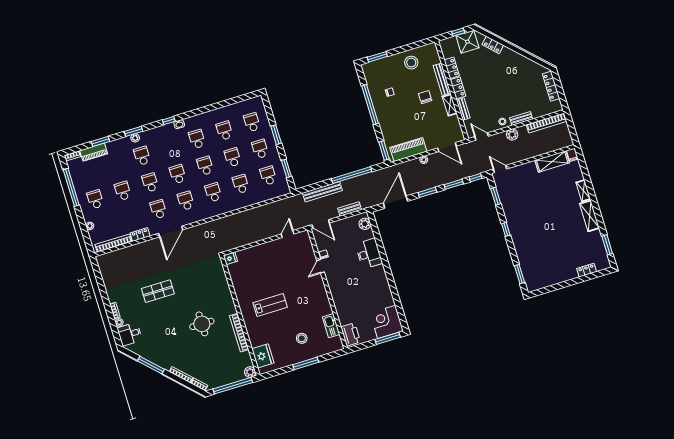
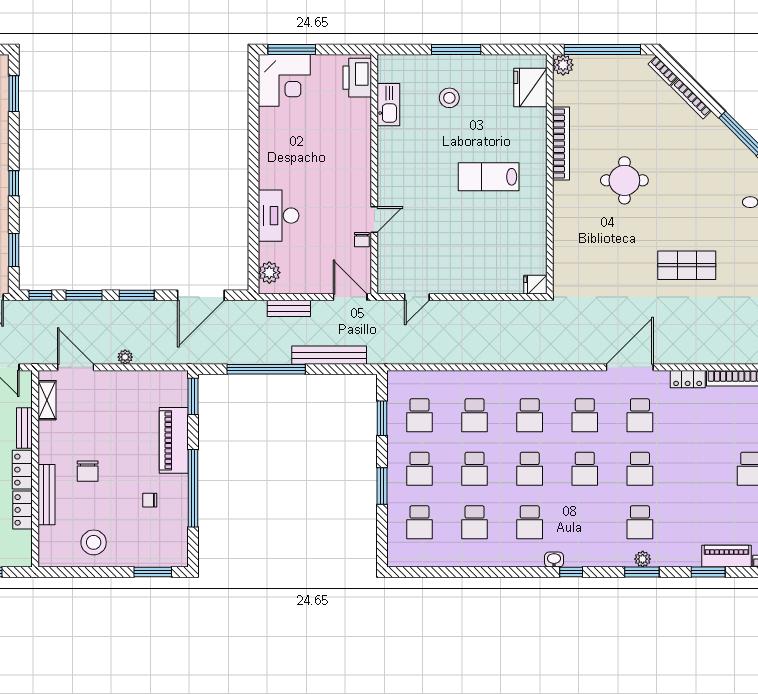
shelving: (450, 105) -> (47, 400), moved
piano: (408, 149) -> (174, 440), moved, turned 90
school desk: (123, 191) -> (695, 469), removed

